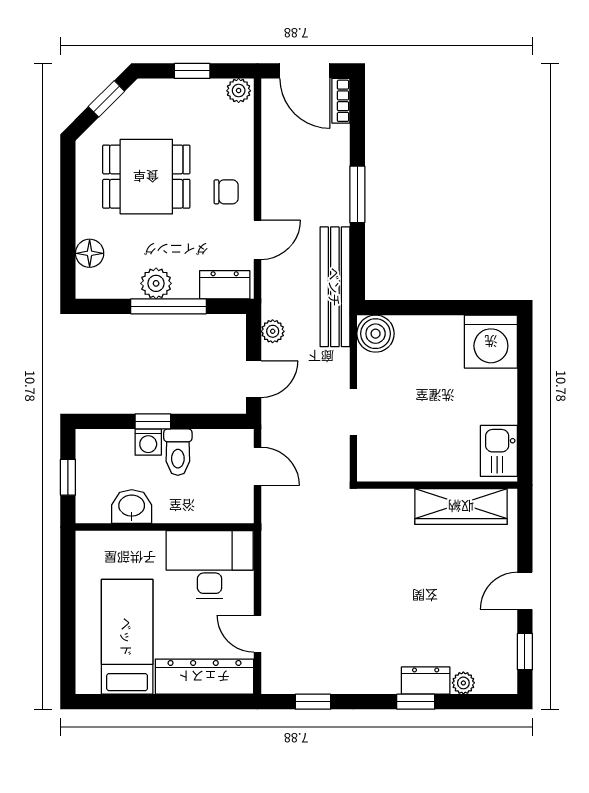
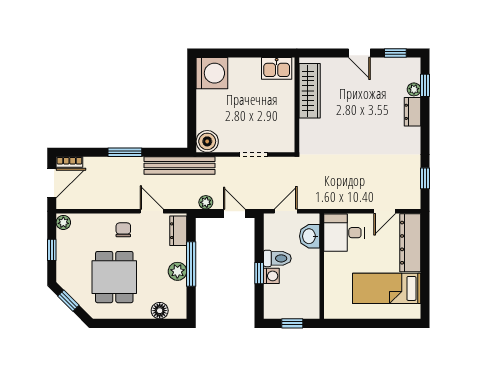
washbasin: (132, 507) -> (310, 236), moved
desk: (210, 565) -> (344, 233), width x0.73
window: (416, 702) -> (425, 85), moved

